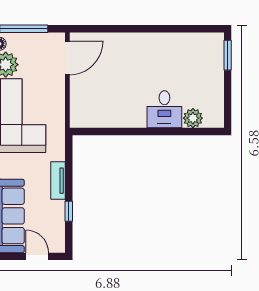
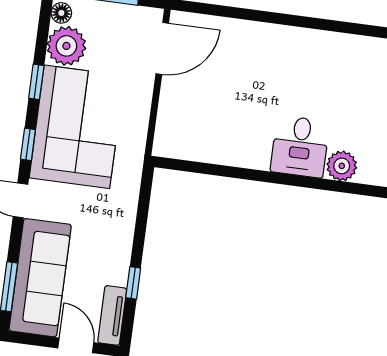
tv unit: (58, 181) -> (112, 315), moved

